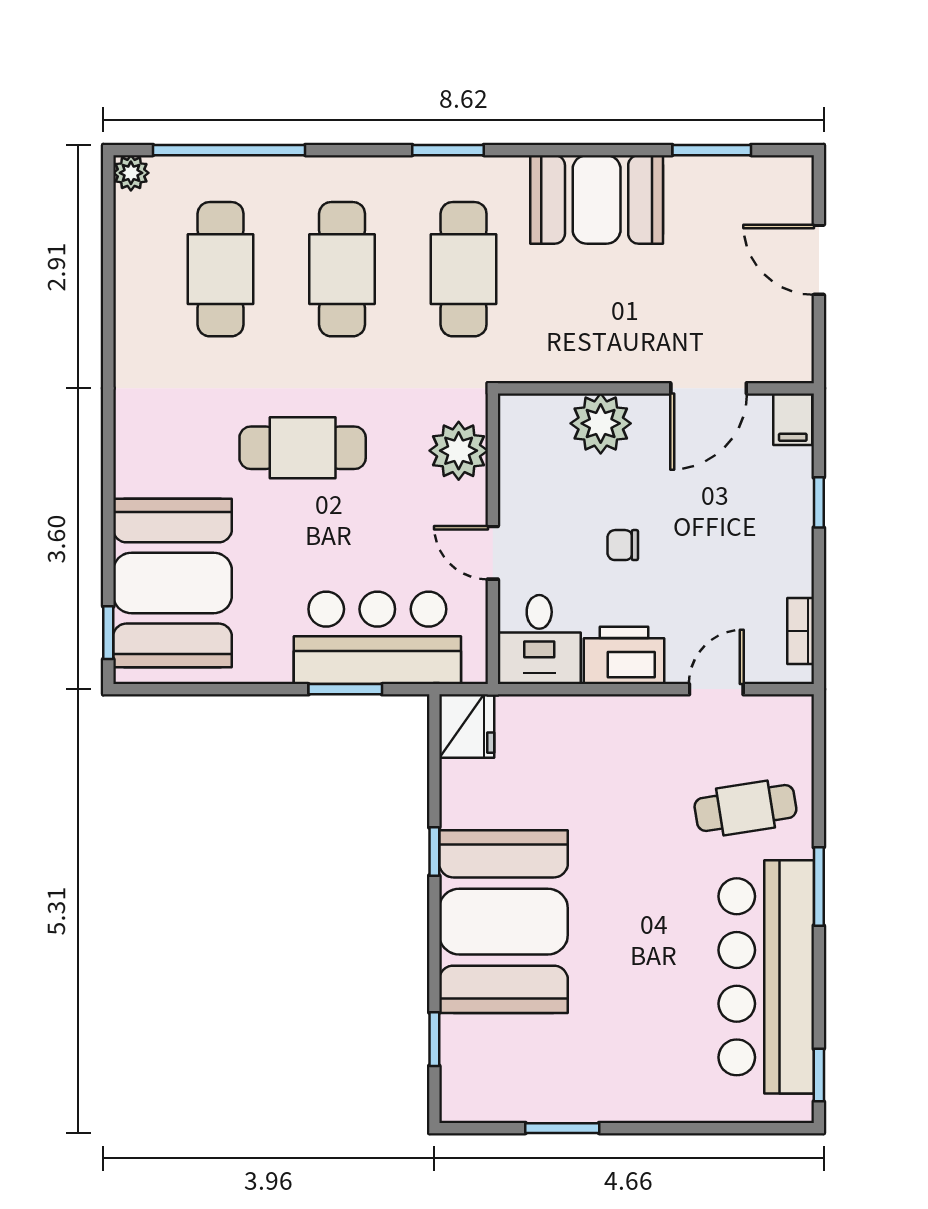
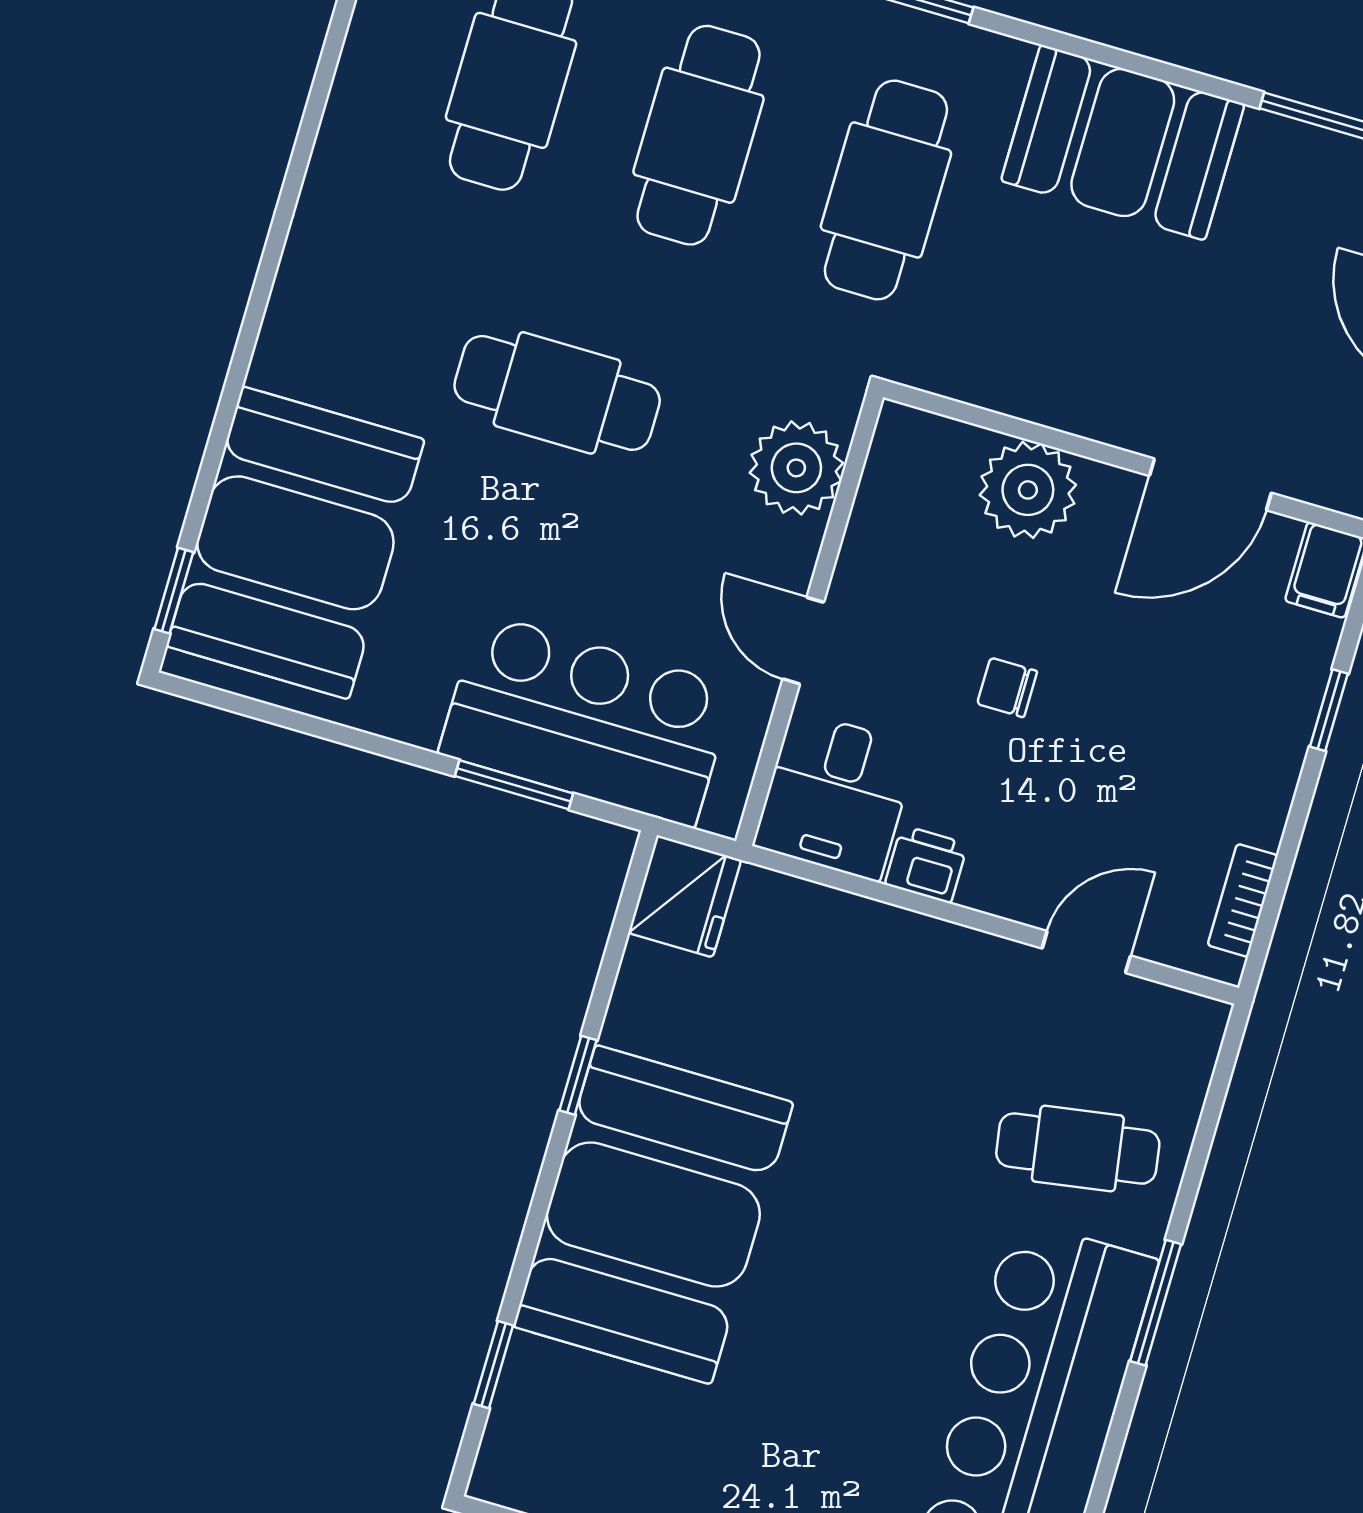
printer: (624, 655) -> (926, 864), width x0.53, depth x0.68

